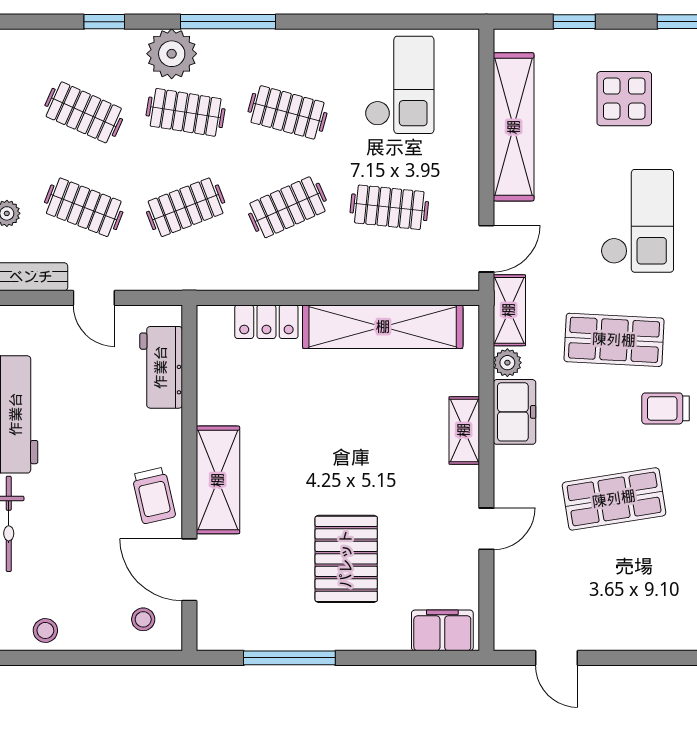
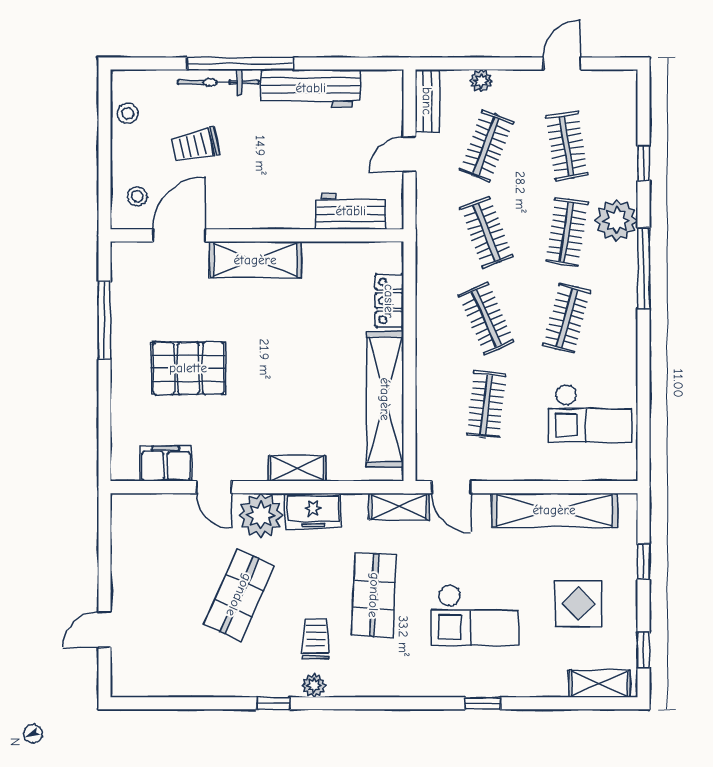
clothes rail: (84, 112) -> (567, 146), turned -33
plant: (507, 363) -> (261, 515), moved, width x1.88, depth x1.88
trolley: (154, 495) -> (195, 145), moved
shop shelf: (614, 499) -> (239, 595), turned 33
filing cabinet: (442, 630) -> (166, 464), moved, turned -90
door: (556, 658) -> (104, 629), moved

